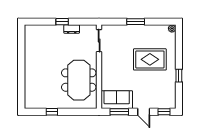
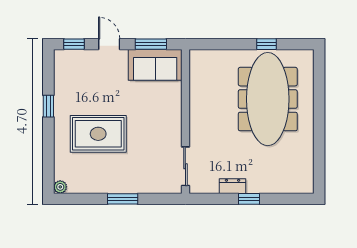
meeting table: (79, 80) -> (268, 99), moved, width x1.36

